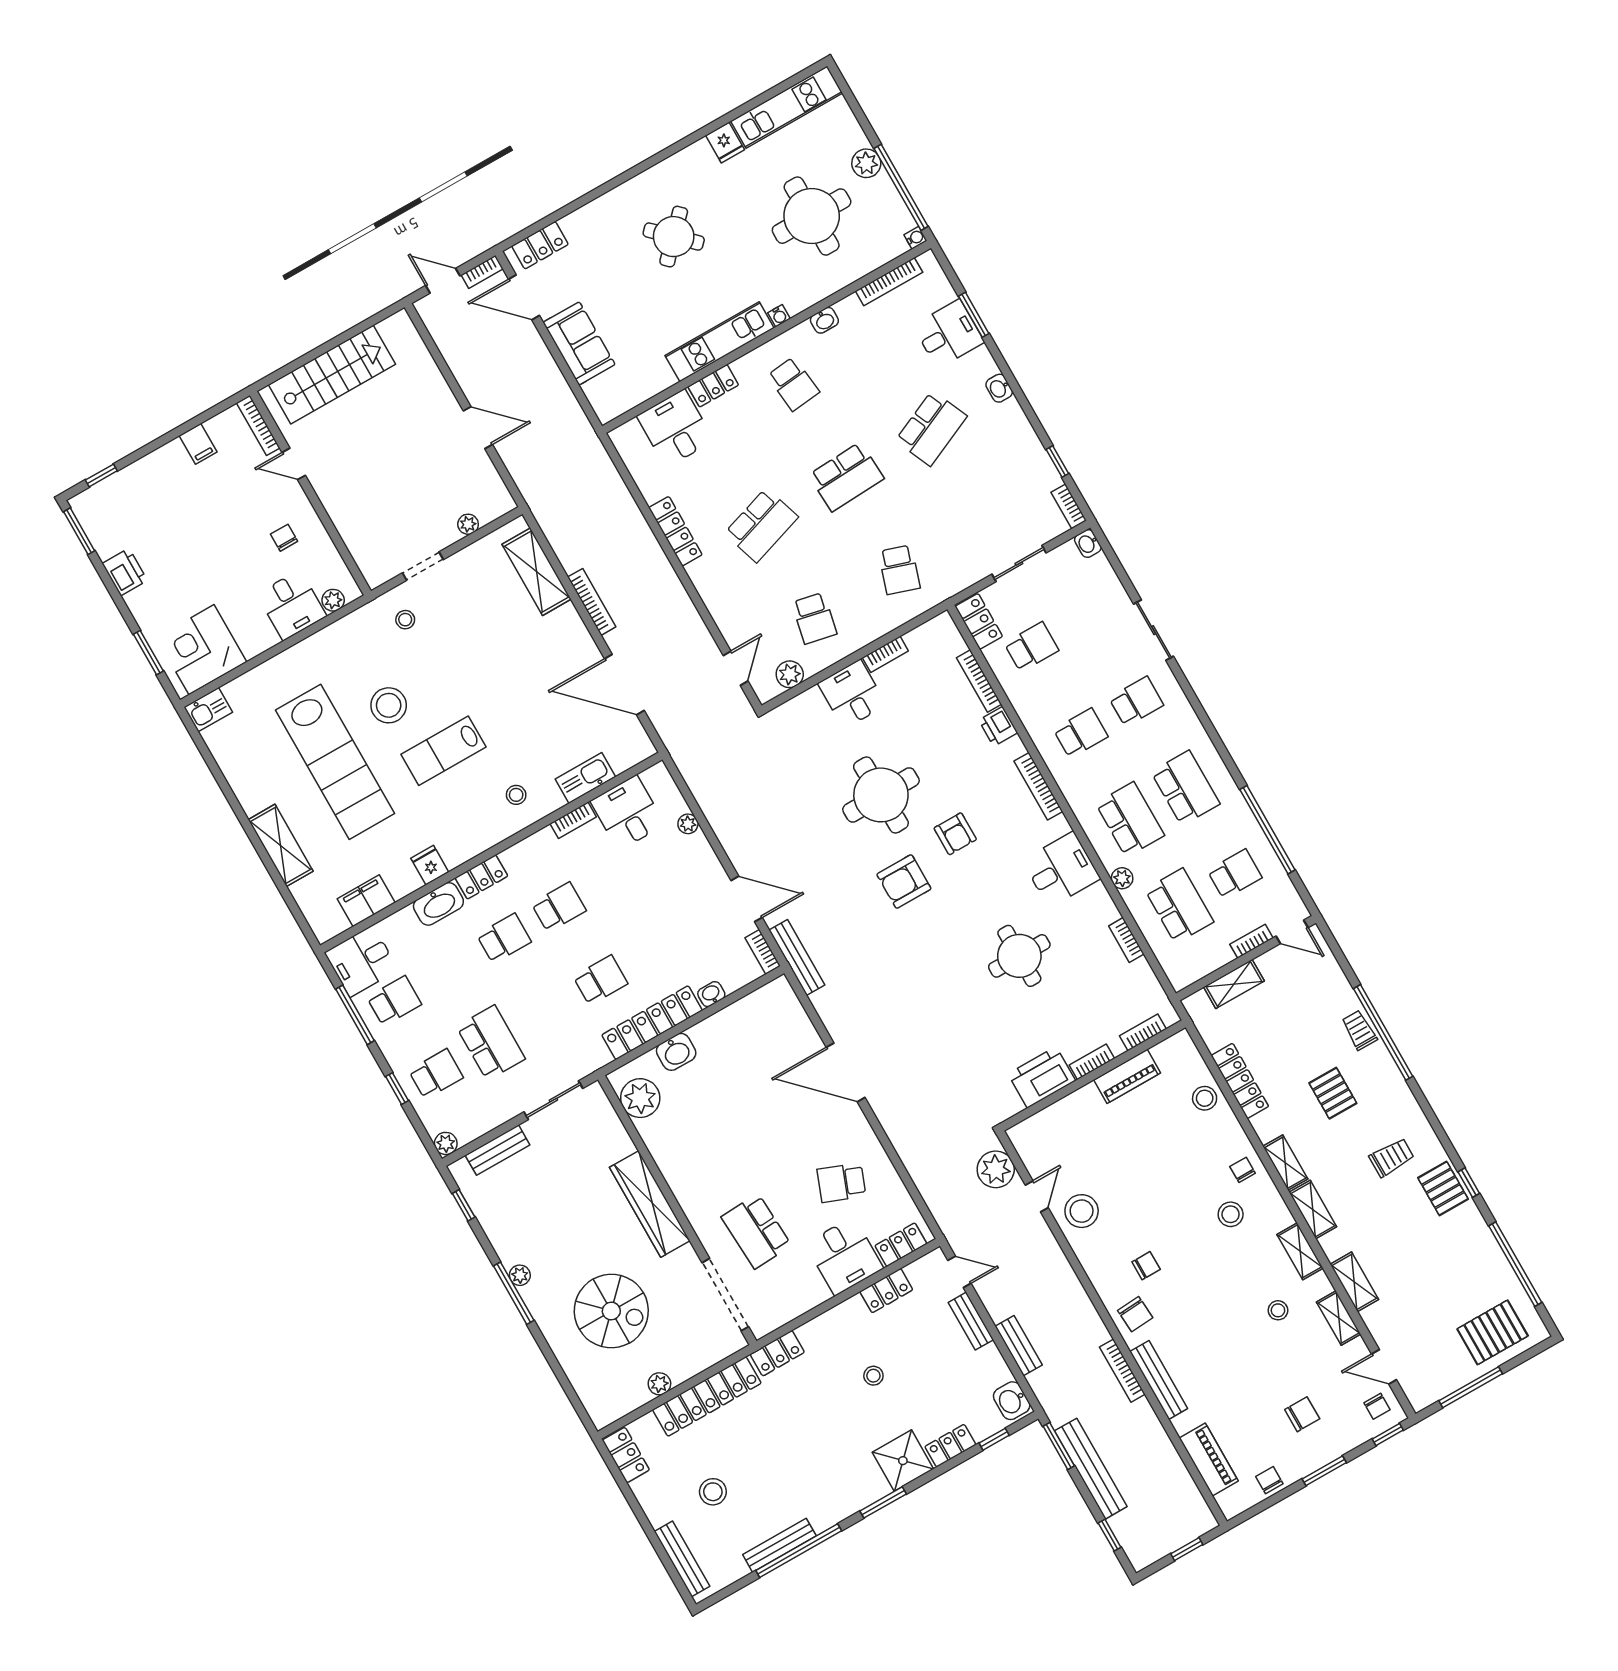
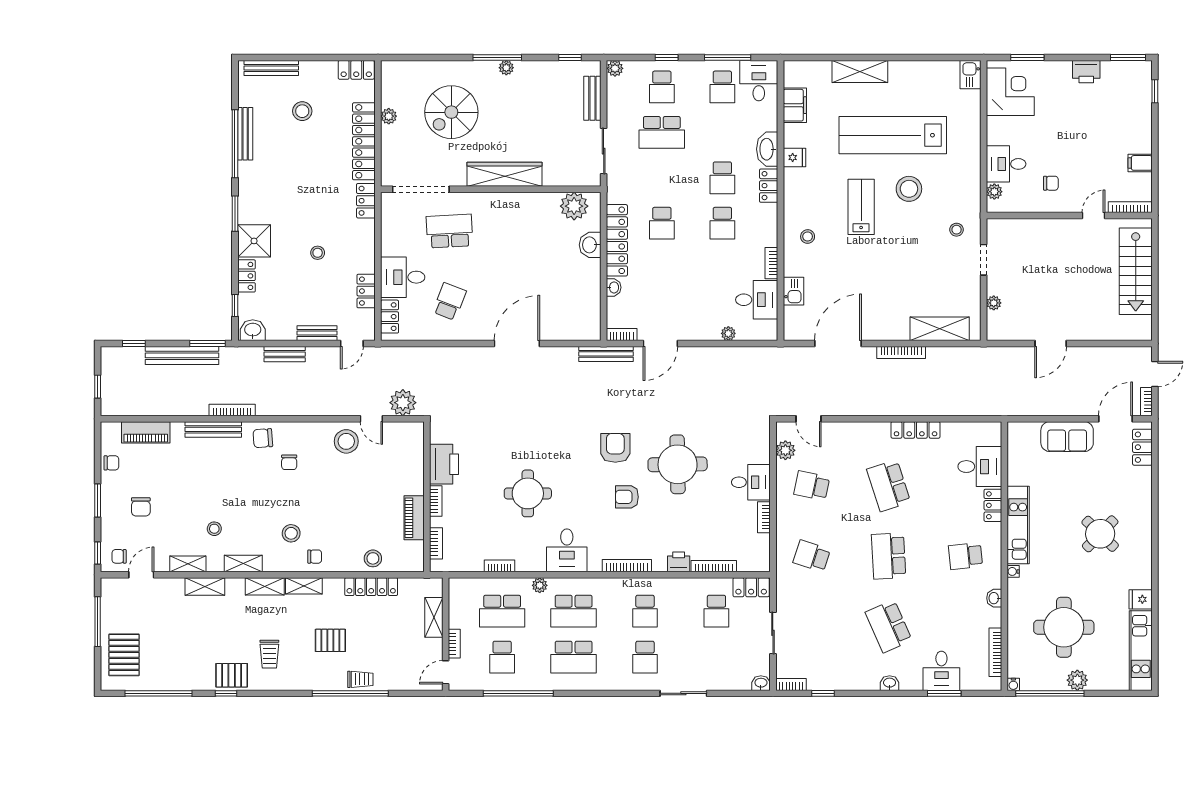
kitchen sink: (585, 778) -> (793, 291), width x0.73

